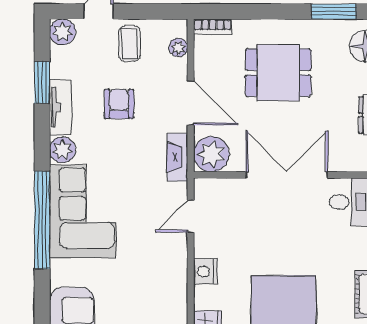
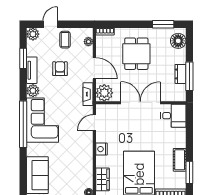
dining table: (278, 73) -> (136, 54), turned 90

